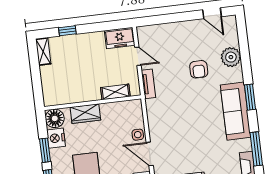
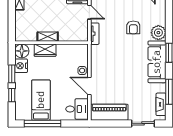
plant: (231, 57) -> (158, 33), moved
shelving: (115, 92) -> (48, 37), moved

